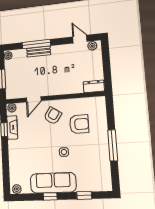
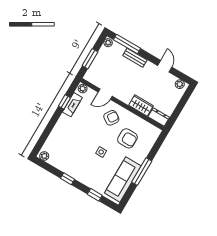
door: (80, 39) -> (165, 66), moved
window: (36, 44) -> (127, 44), moved
wardrobe: (71, 87) -> (141, 105), added
sofa: (53, 183) -> (123, 180), moved, turned -90

